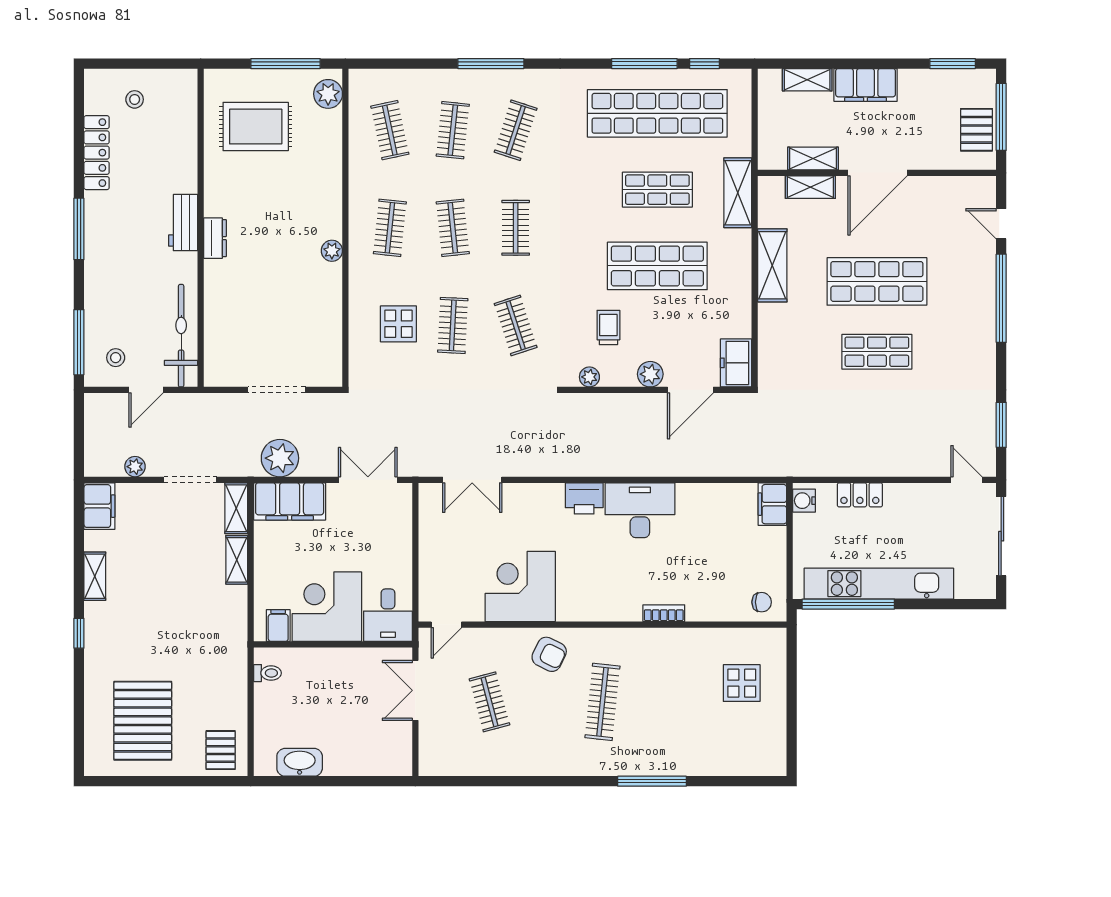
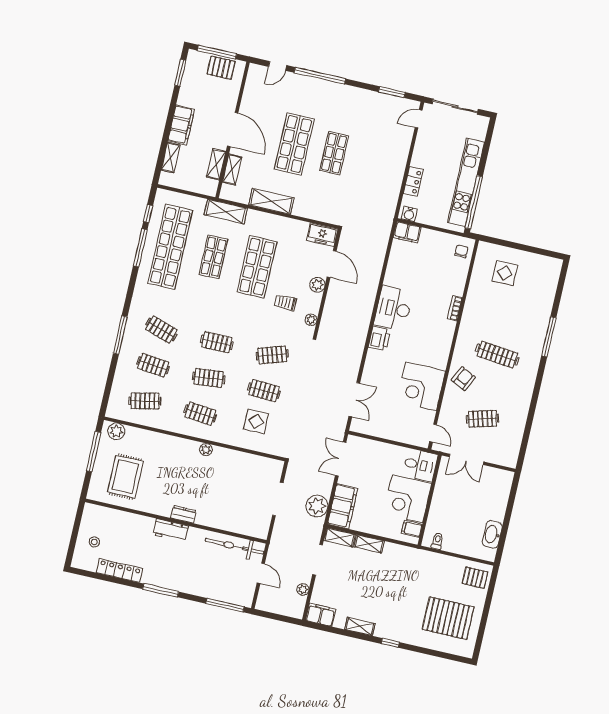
stool: (116, 358) -> (238, 586), removed

